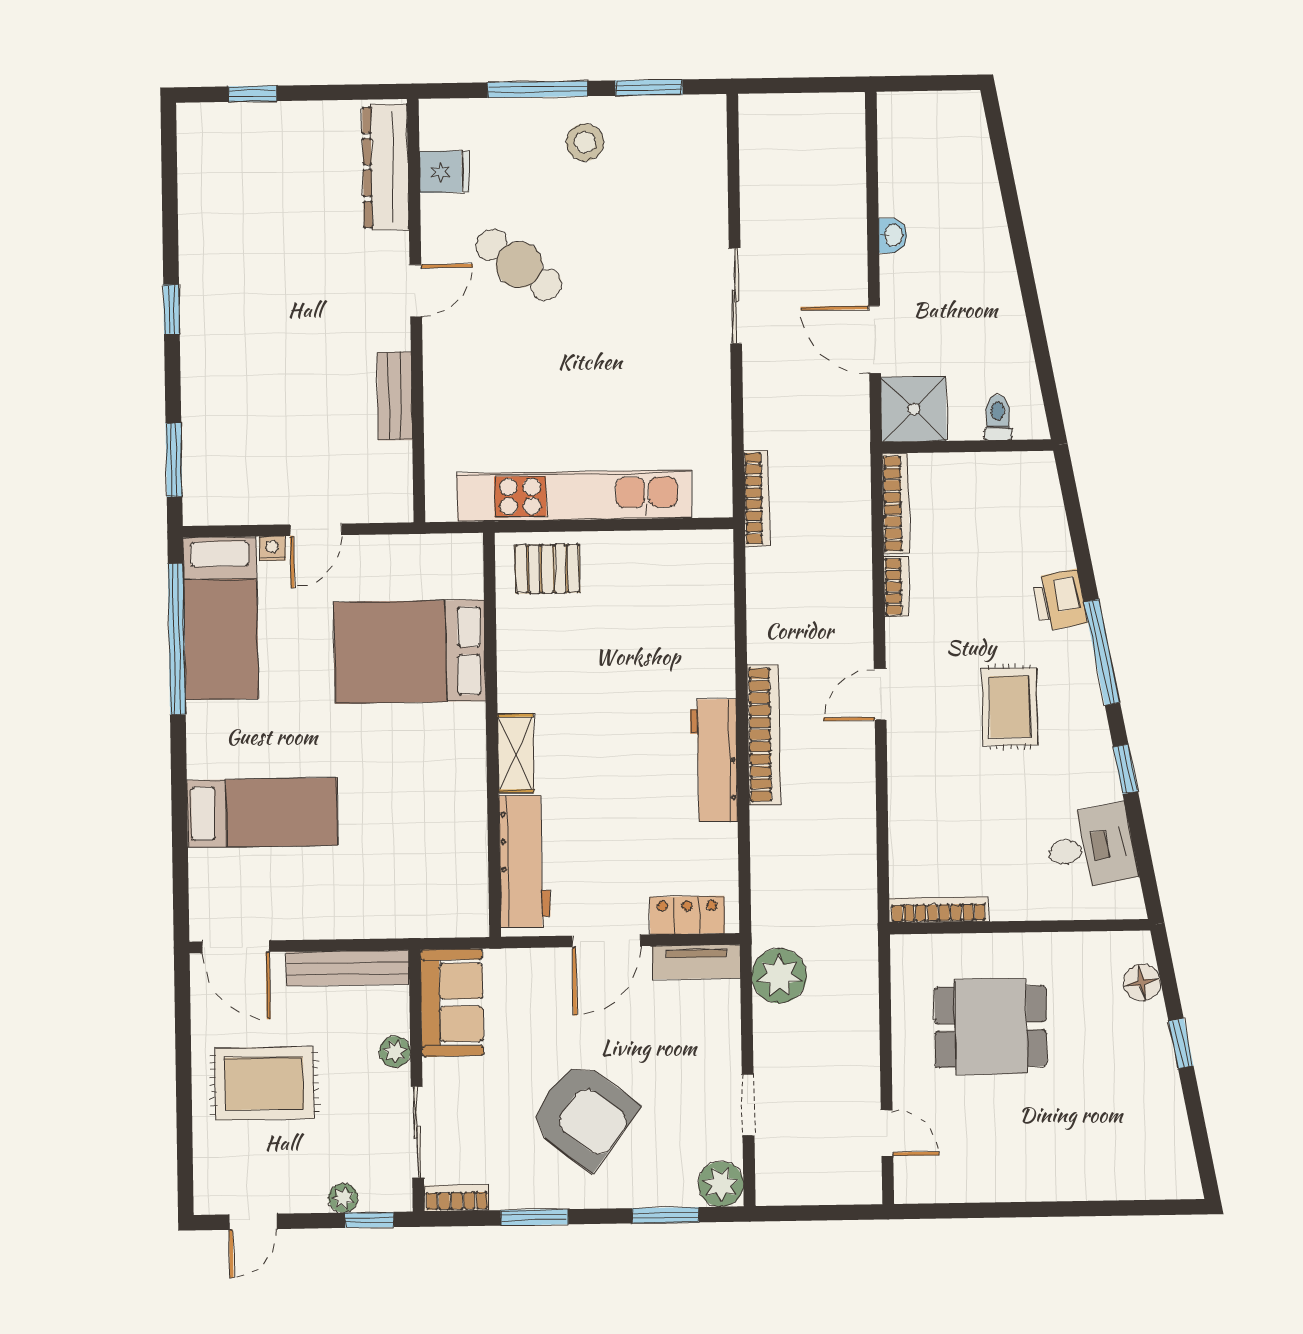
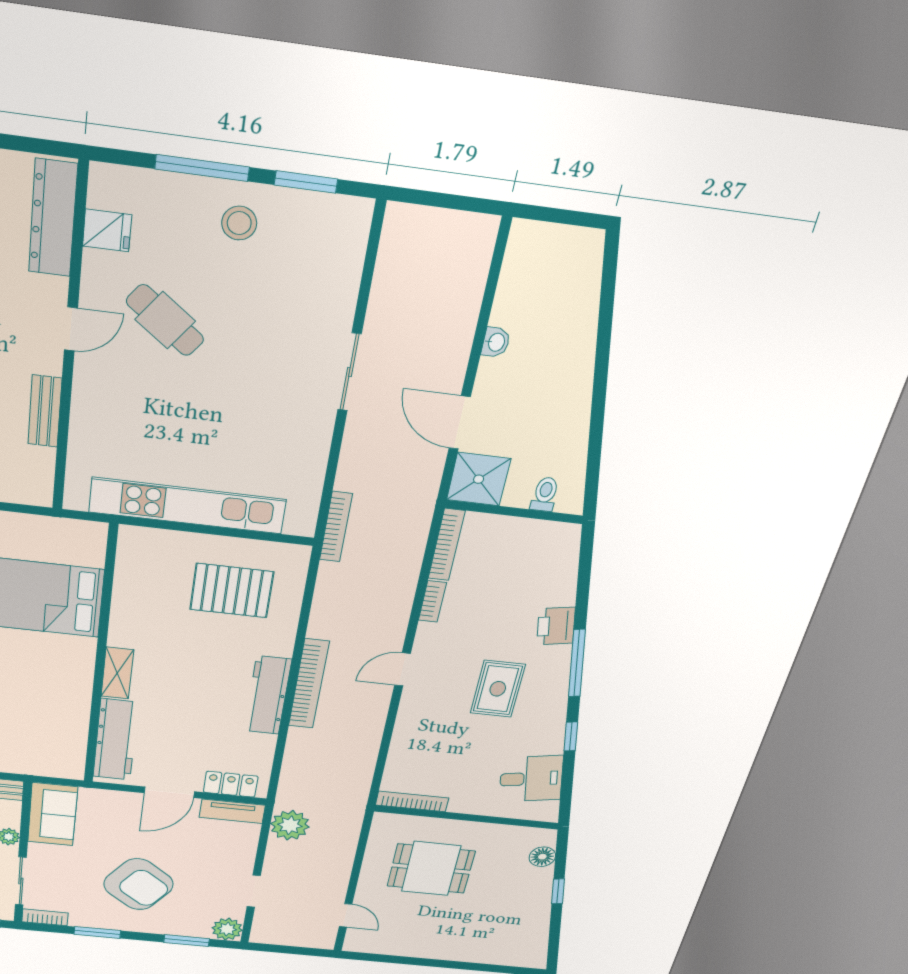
pallet: (547, 569) -> (232, 591), moved, width x1.50, depth x1.42

